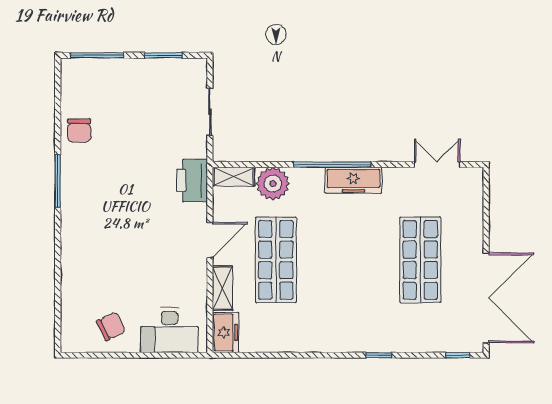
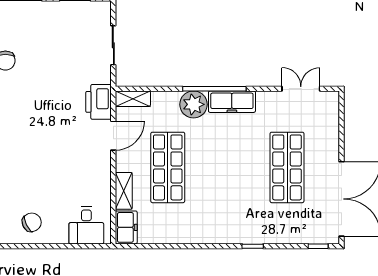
plant: (273, 184) -> (193, 104), moved
door: (210, 240) -> (113, 136), moved
desk: (169, 330) -> (86, 225), width x0.73

